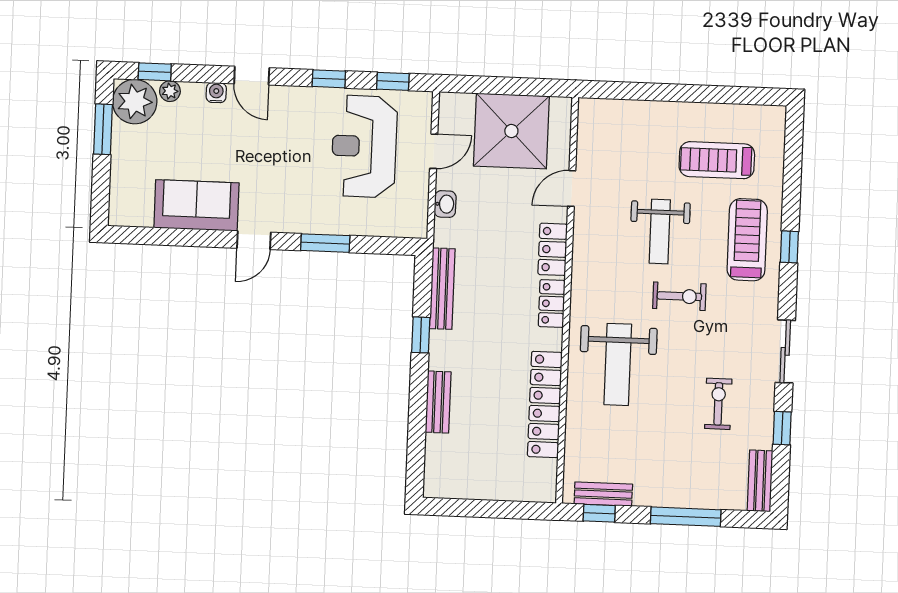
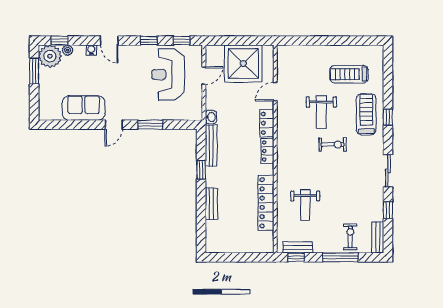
washbasin: (445, 204) -> (211, 117), moved
weight bench: (618, 364) -> (305, 205), moved, width x0.73, depth x0.75
exercise bike: (718, 404) -> (350, 237), moved

